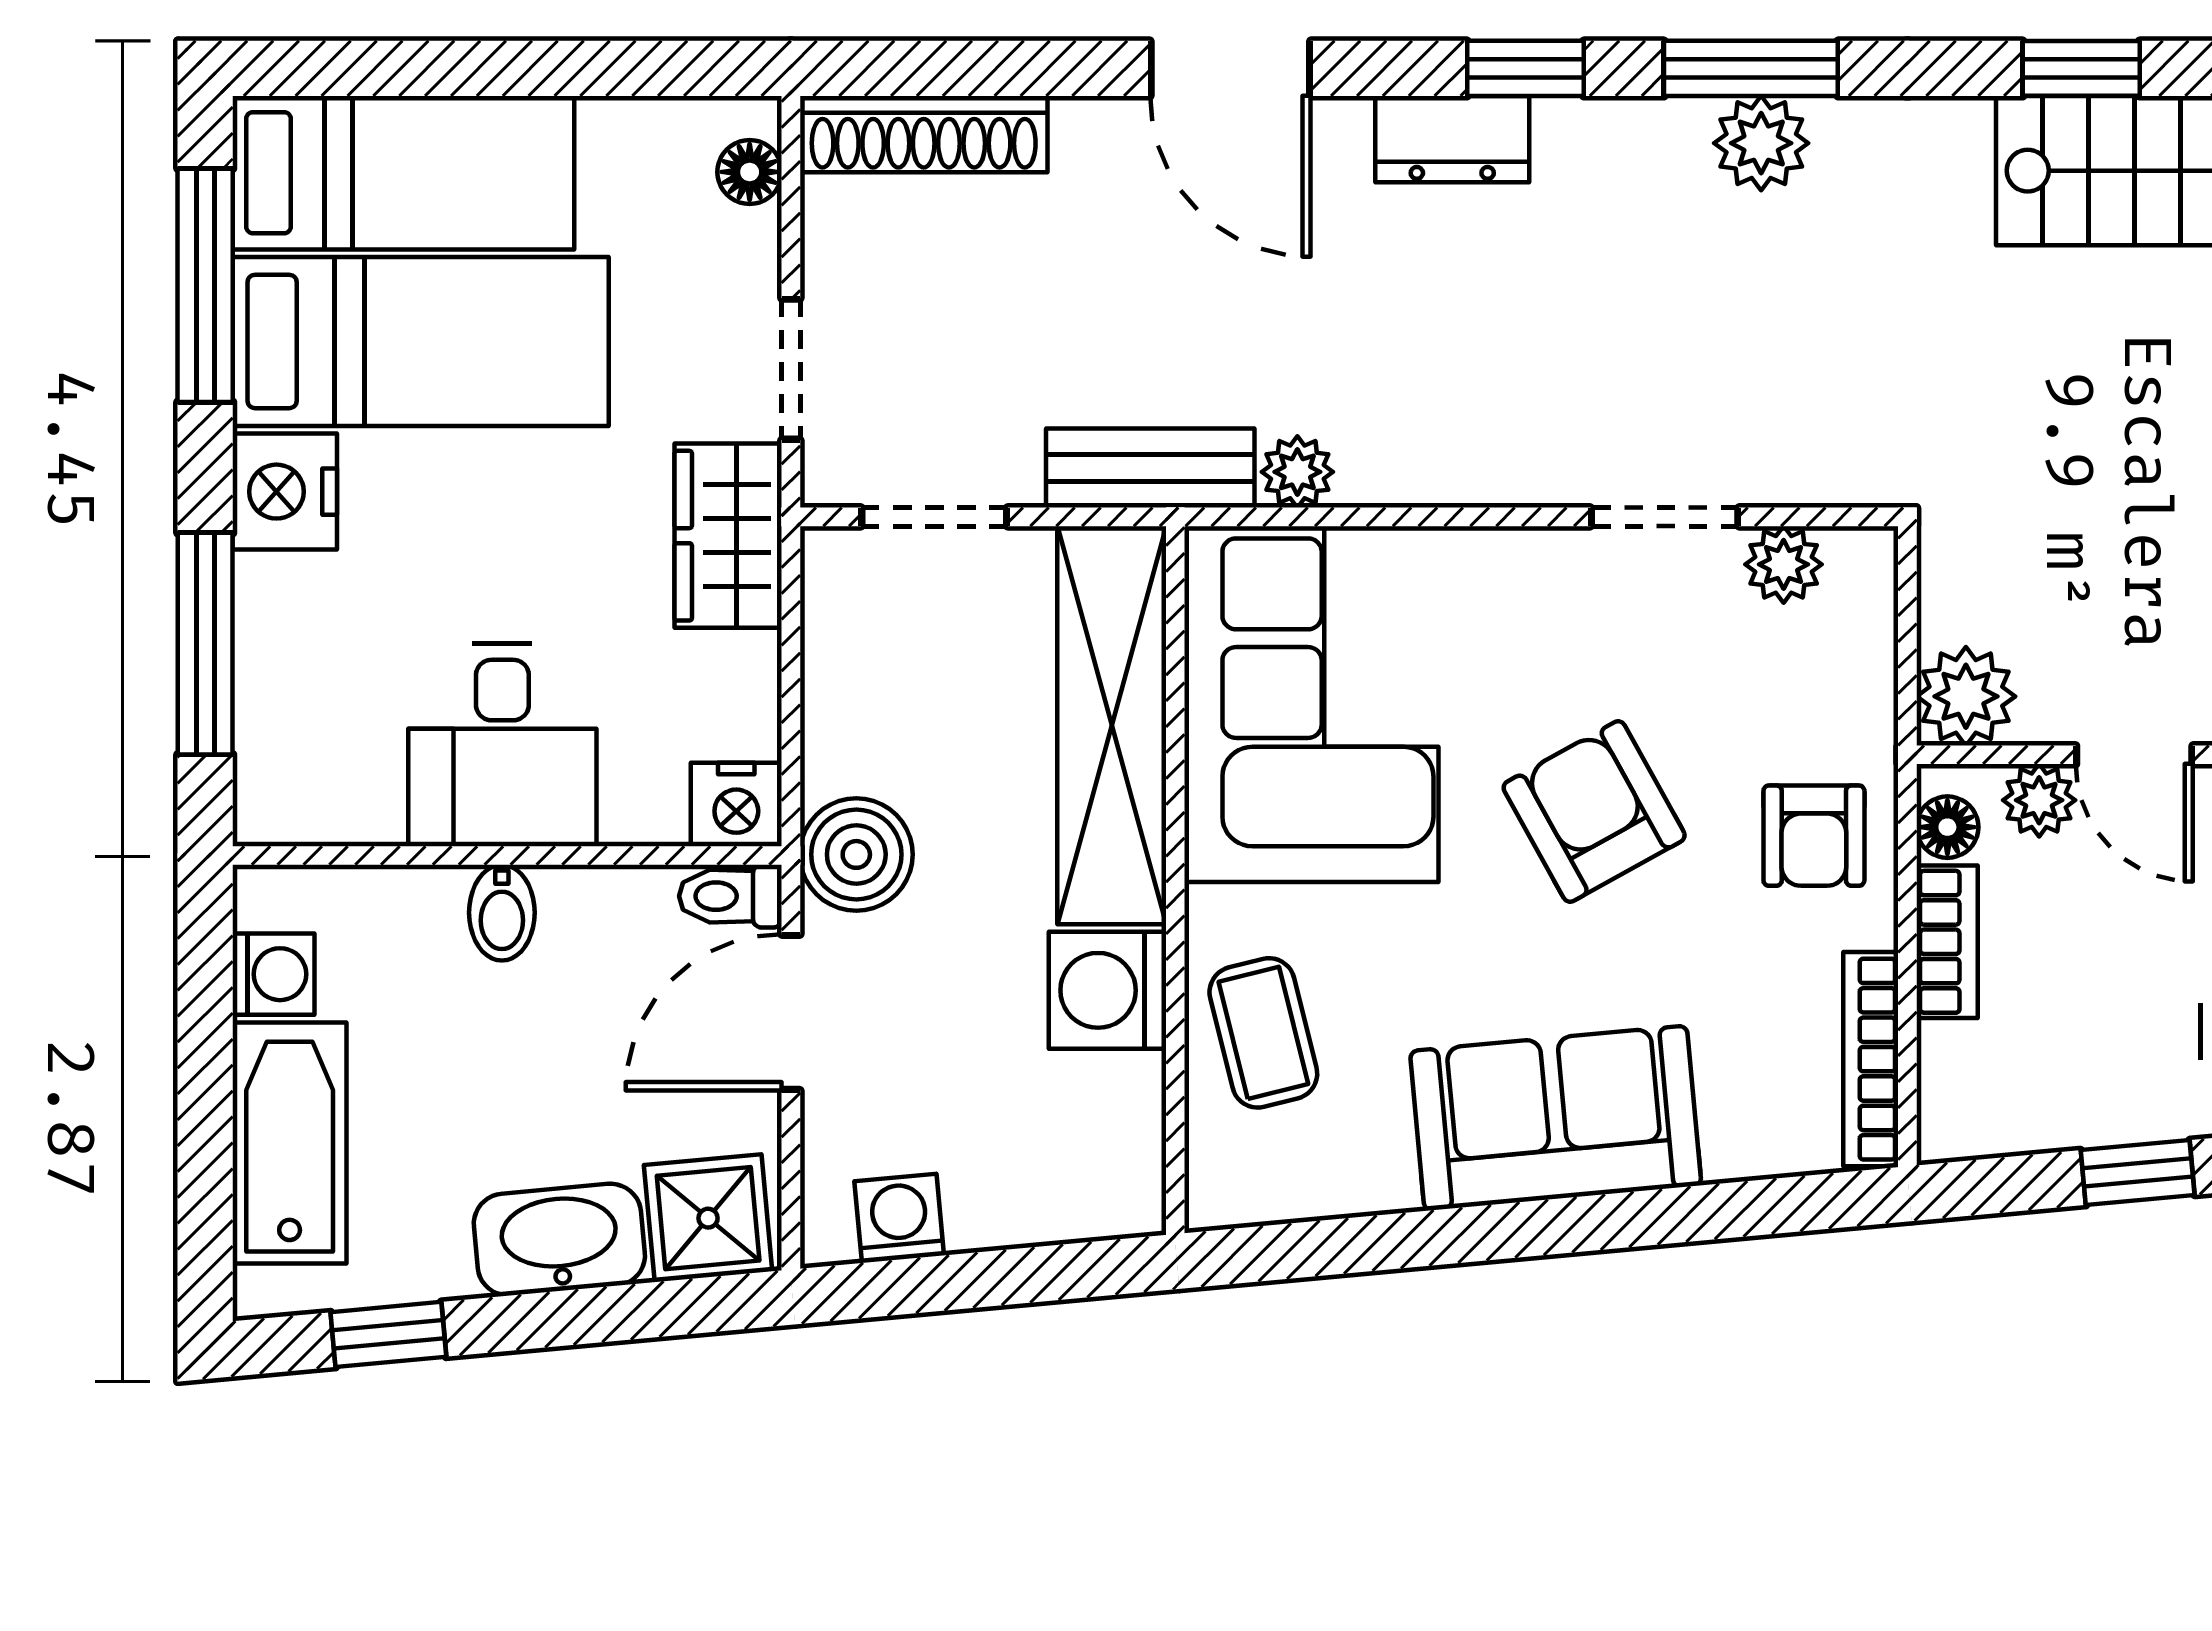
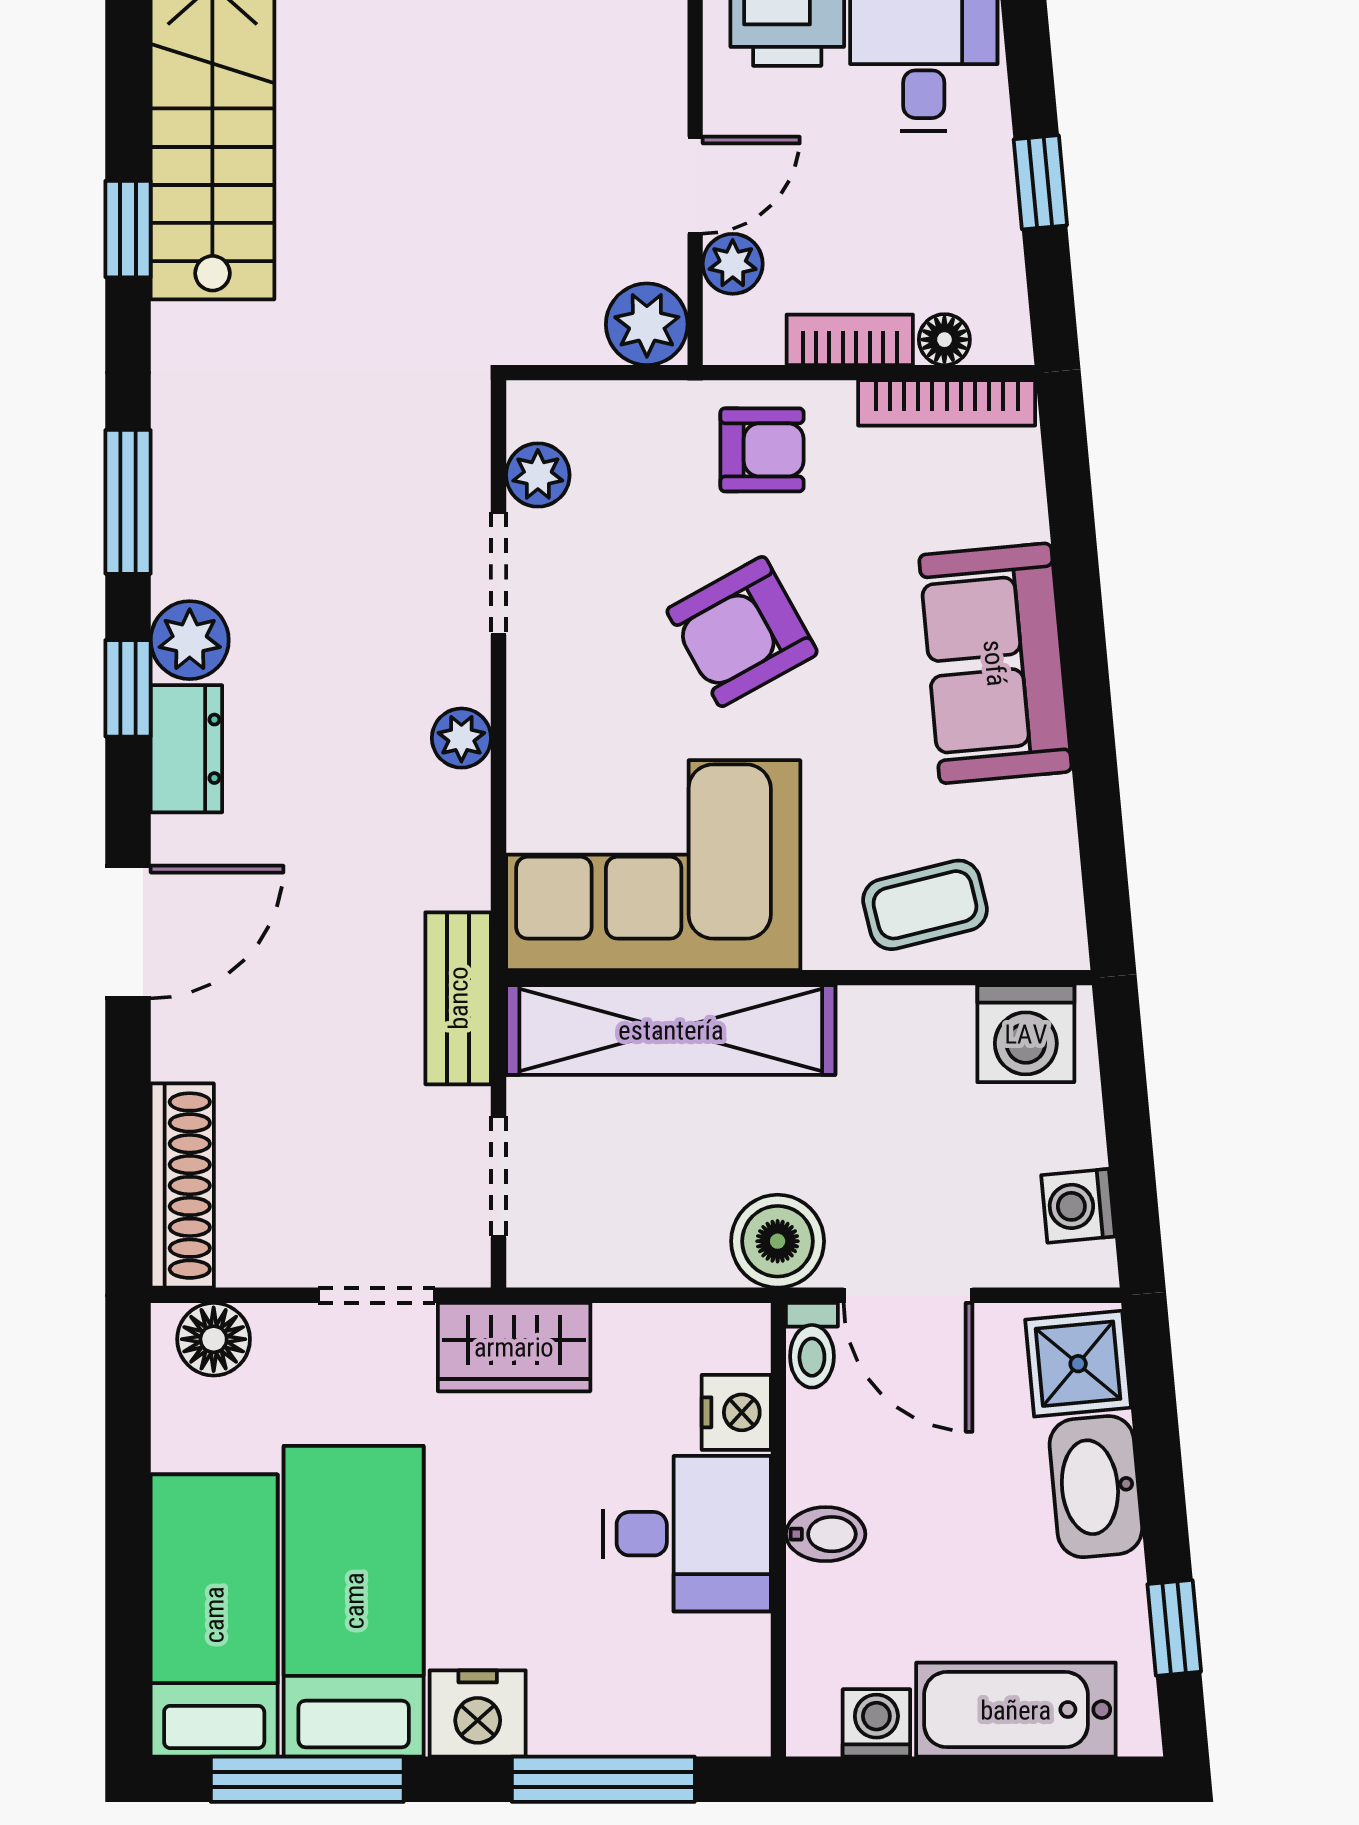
plant: (1761, 143) -> (190, 640), moved
floor lamp: (750, 172) -> (214, 1339), width x1.37, depth x1.37
plant: (1297, 472) -> (461, 738), moved
nightstand: (736, 805) -> (736, 1412), moved
floor lamp: (1947, 827) -> (944, 340), moved
washing machine: (1107, 990) -> (1026, 1034), moved

